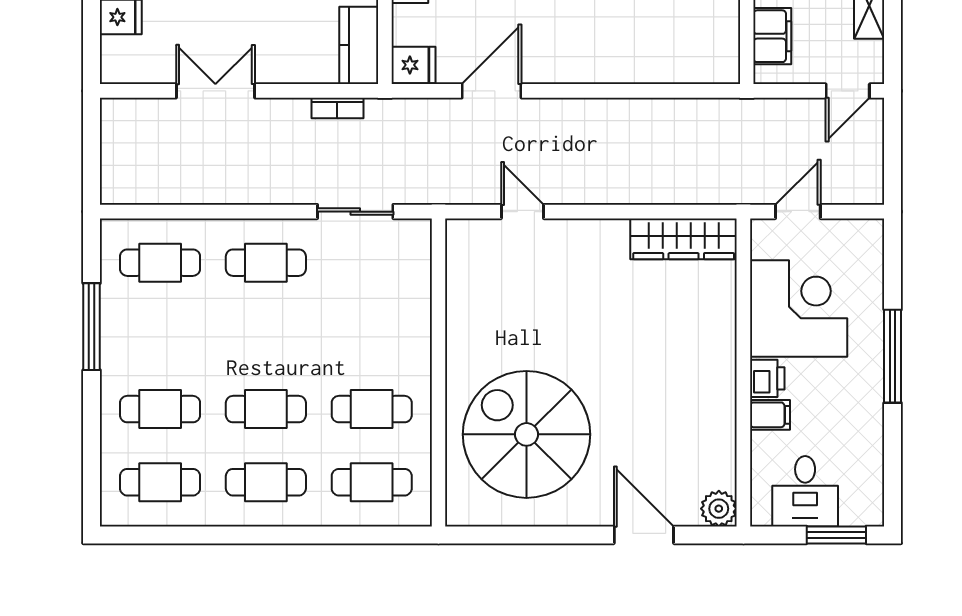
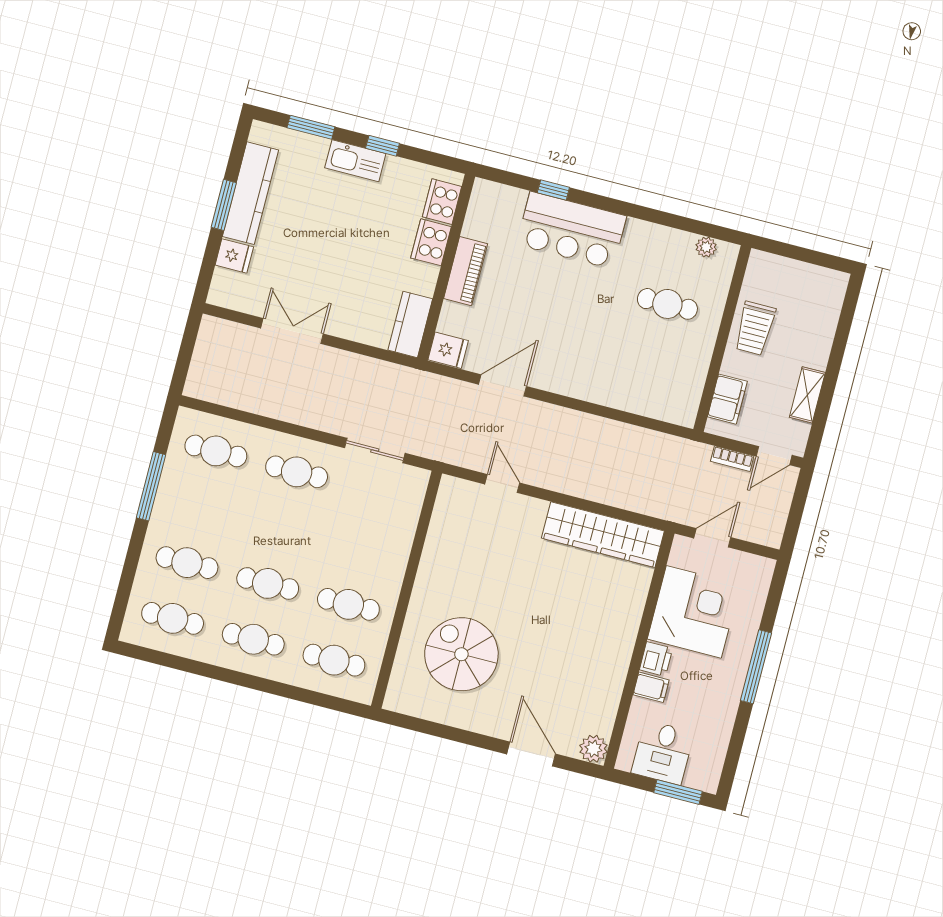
bookcase: (337, 108) -> (732, 459), moved
wardrobe: (684, 239) -> (603, 535), width x1.40, depth x1.17
spiral stairs: (526, 434) -> (461, 654), width x0.73, depth x0.73

